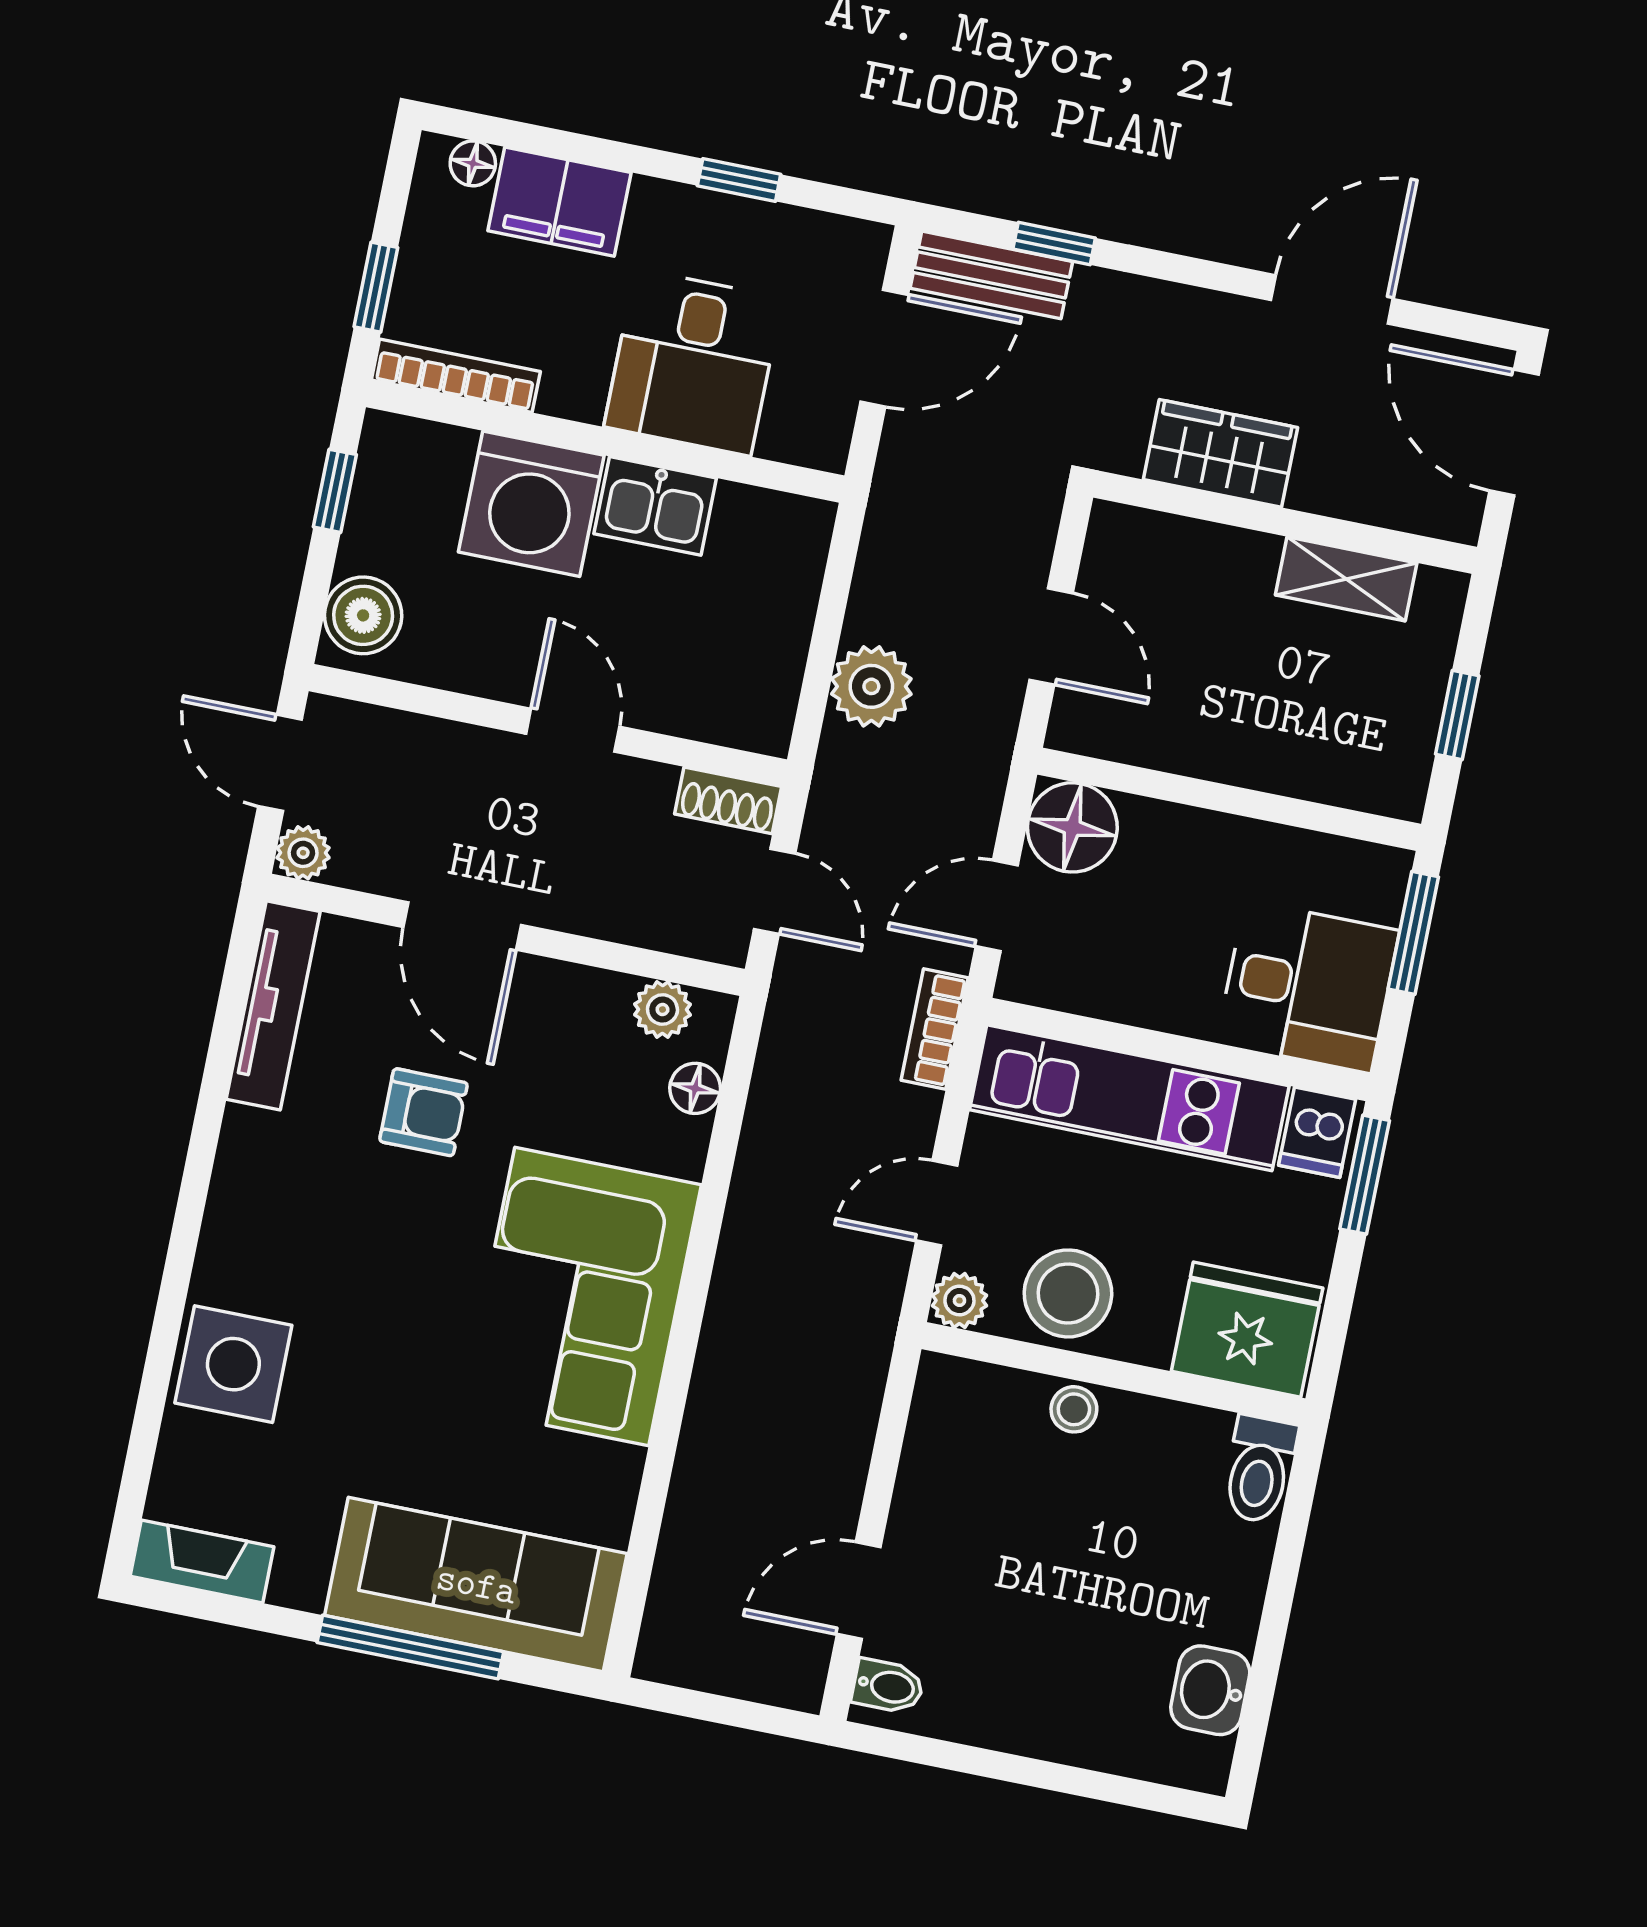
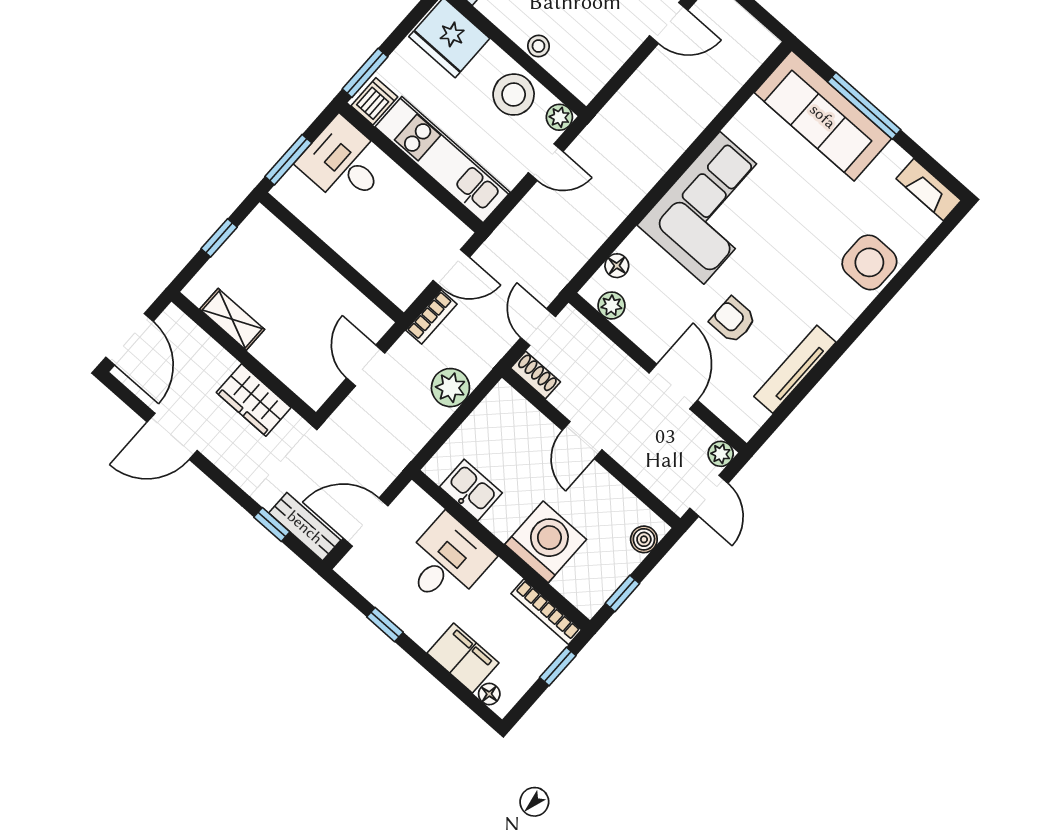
kitchen sink: (655, 506) -> (471, 490), moved
boiler: (363, 615) -> (644, 539), width x0.73, depth x0.73
floor lamp: (1072, 827) -> (402, 283), removed
tv unit: (273, 1005) -> (795, 369), moved
bookcase: (935, 1029) -> (431, 317), moved

